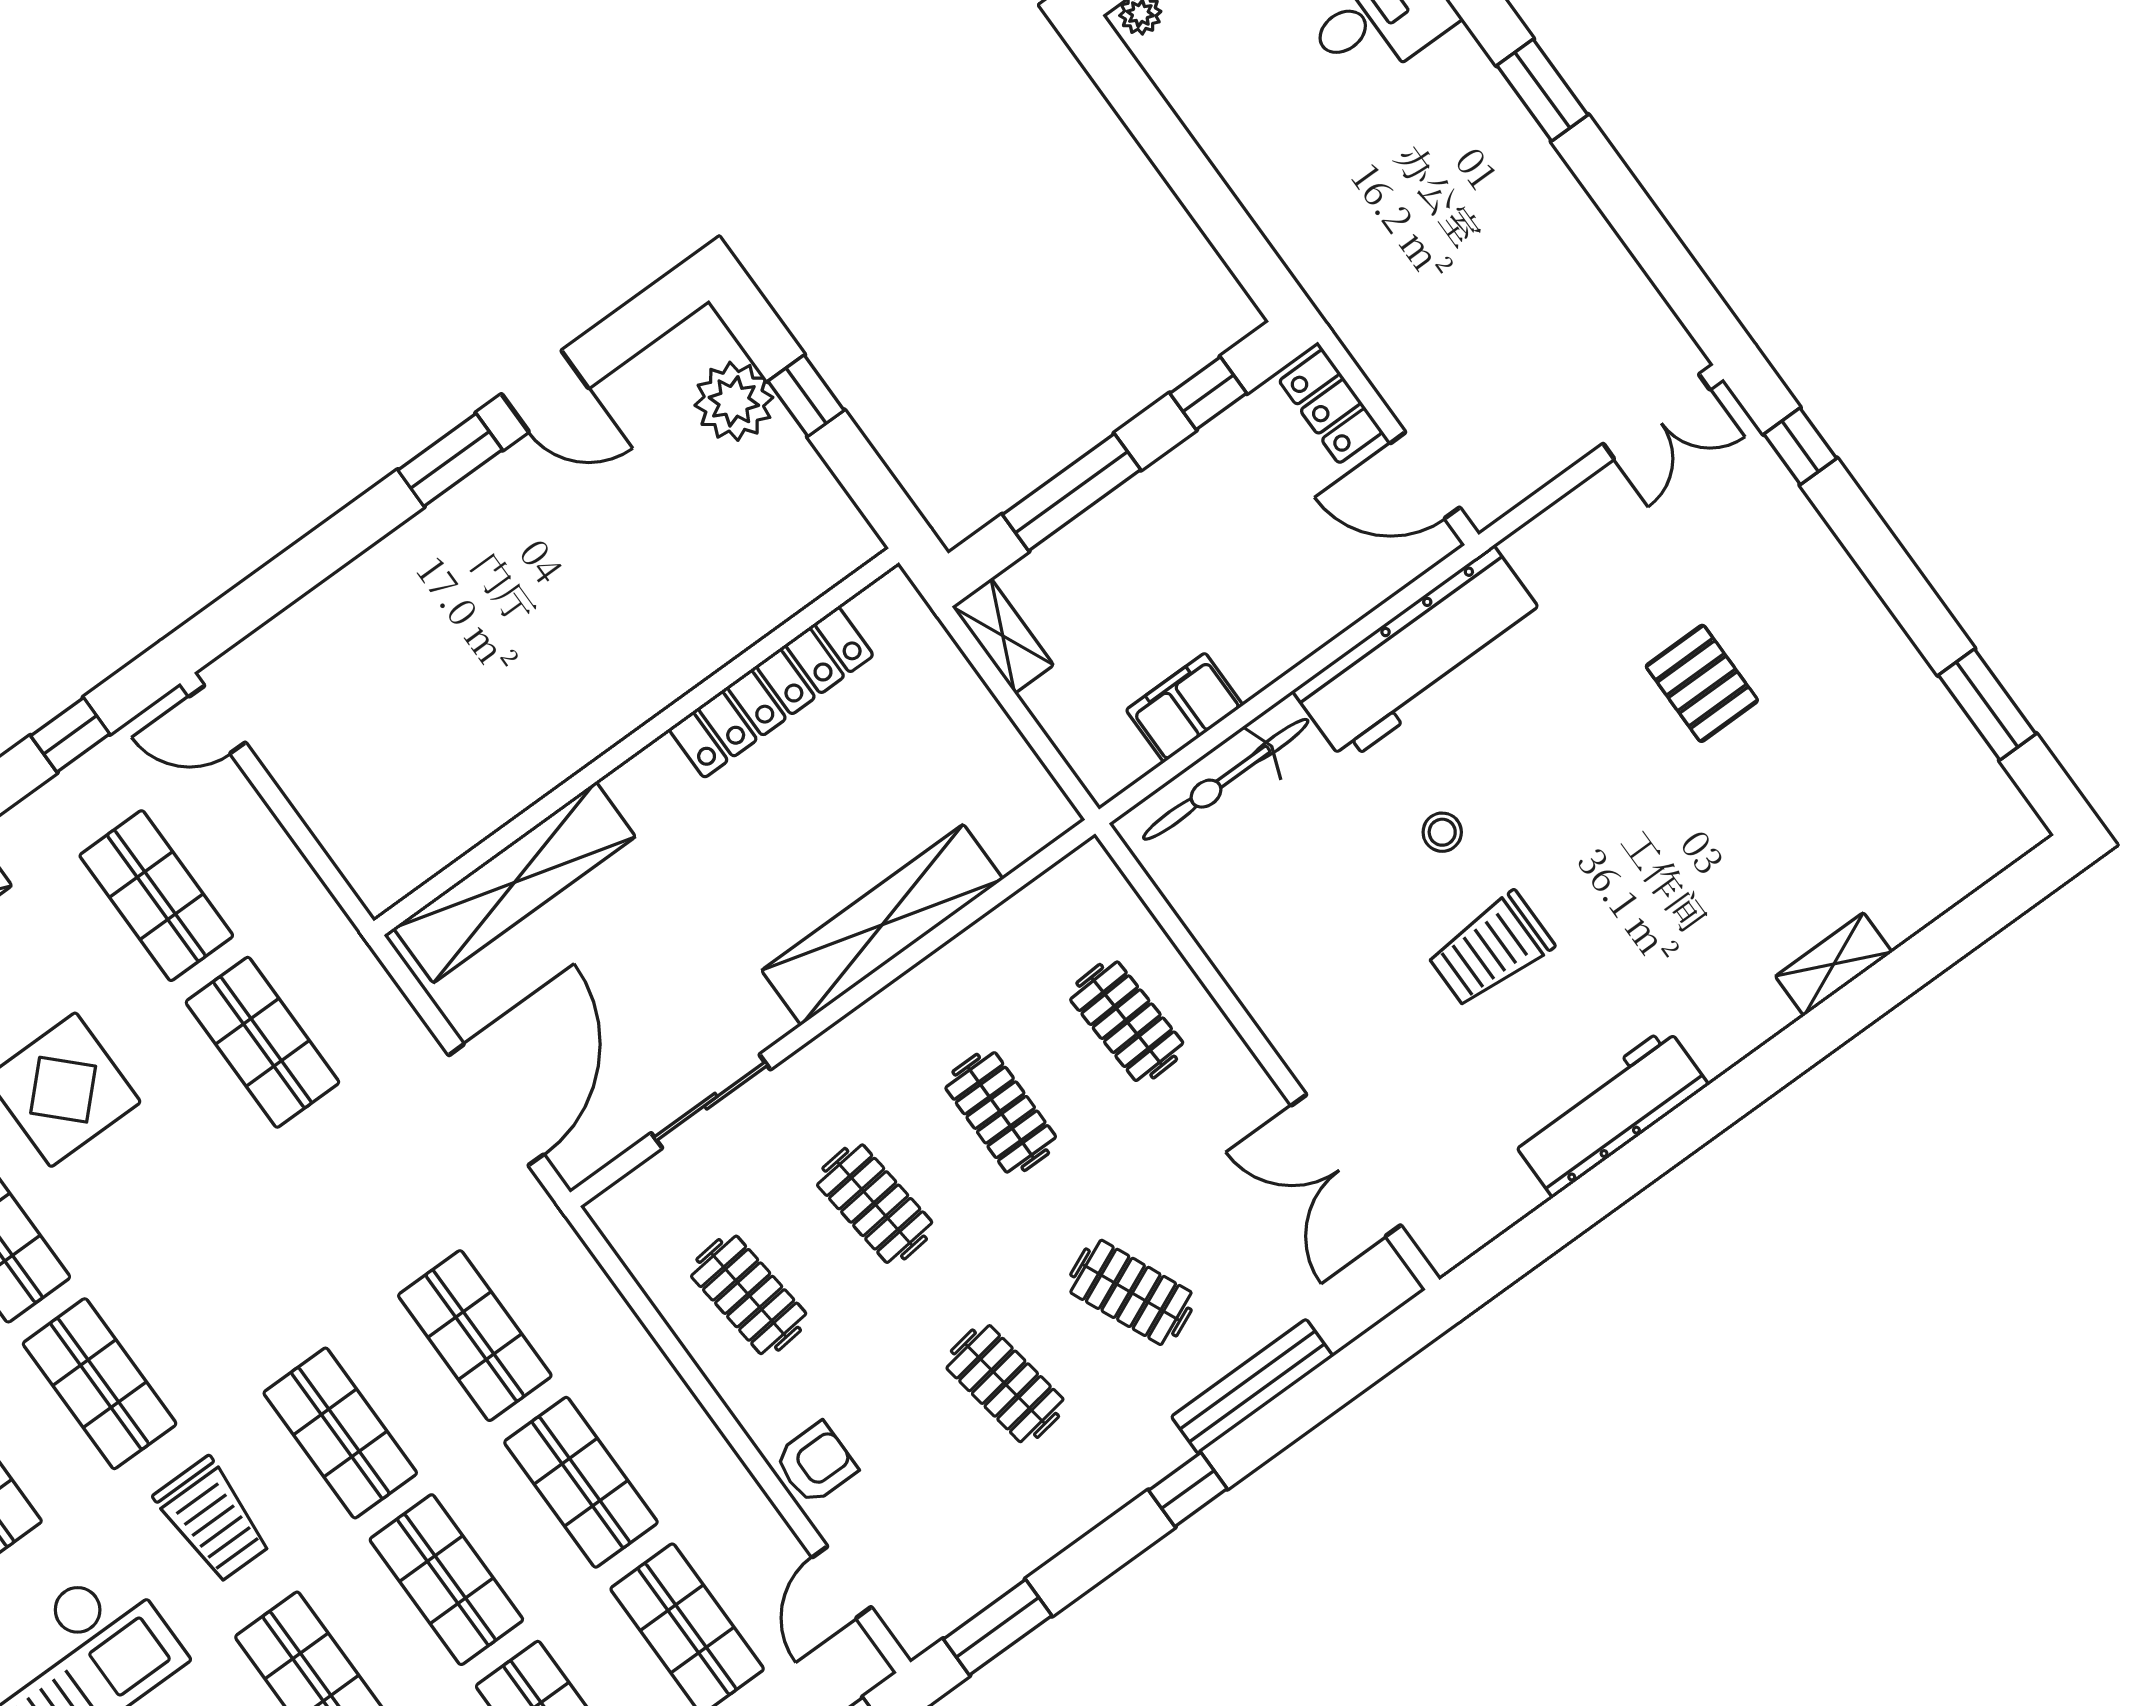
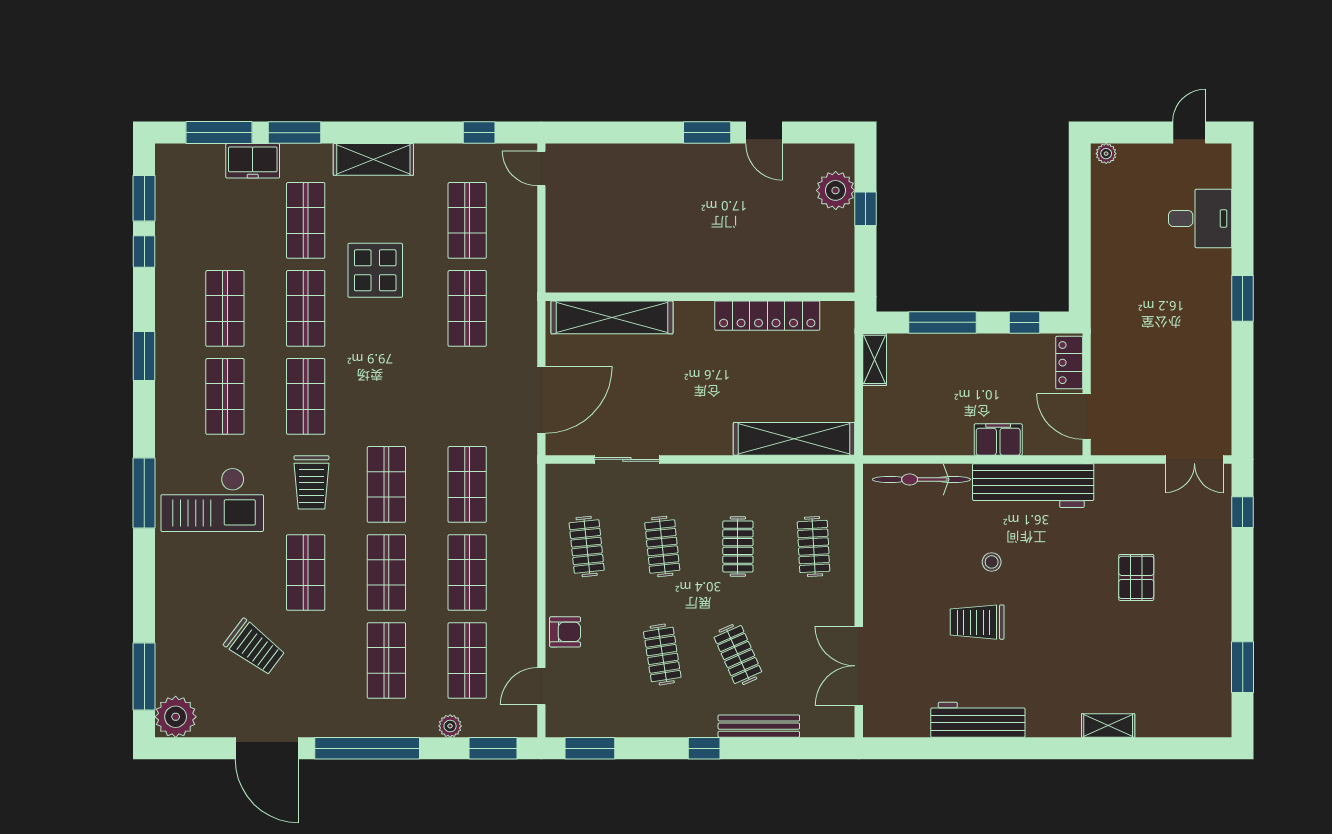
filing cabinet: (1185, 708) -> (998, 439), moved
shelving: (882, 925) -> (794, 439), moved

